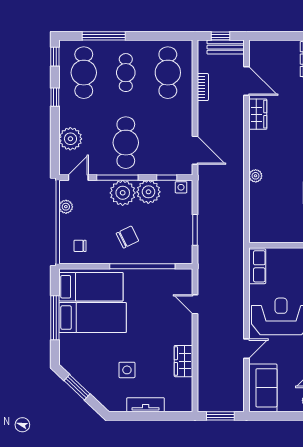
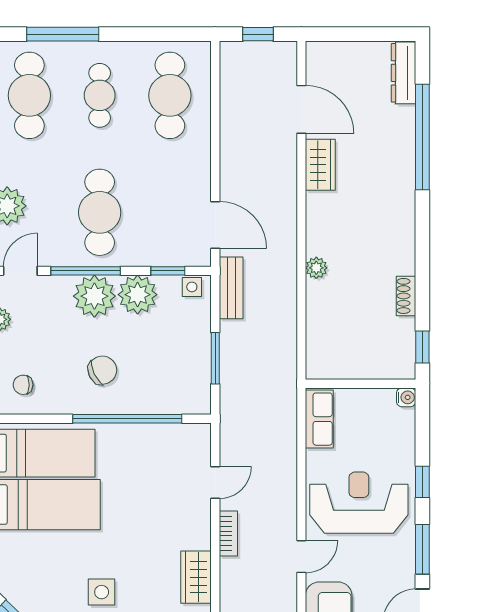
bench: (226, 47) -> (231, 288), moved, turned 90
bookcase: (203, 87) -> (228, 534), moved
door: (195, 304) -> (215, 482), swing flipped

